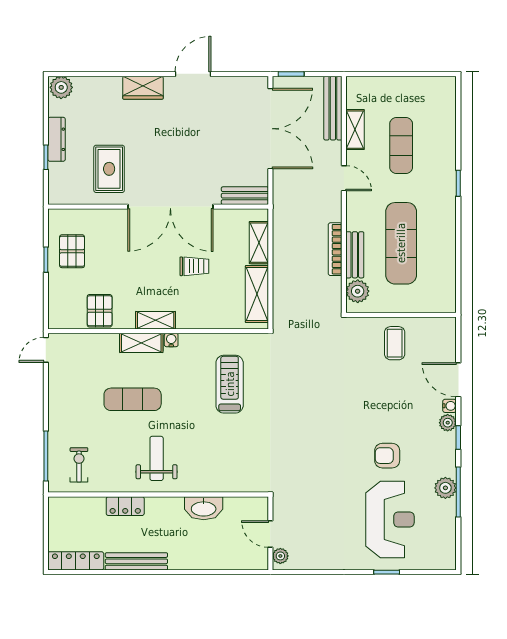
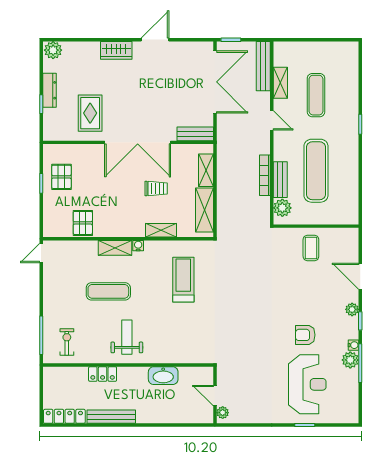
shelving: (156, 320) -> (161, 230), moved
water cooler: (450, 406) -> (353, 345), moved

